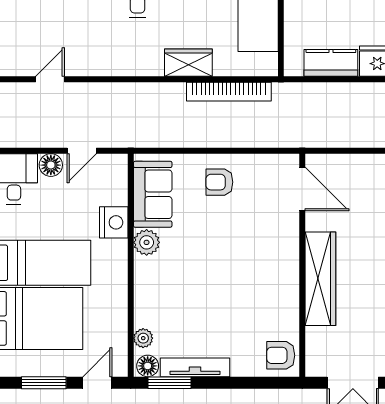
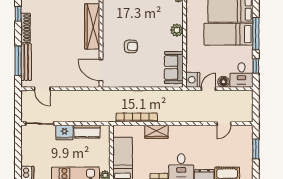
armchair: (219, 182) -> (131, 46), moved
nightstand: (114, 222) -> (193, 80), moved
plant: (147, 242) -> (177, 30), moved

